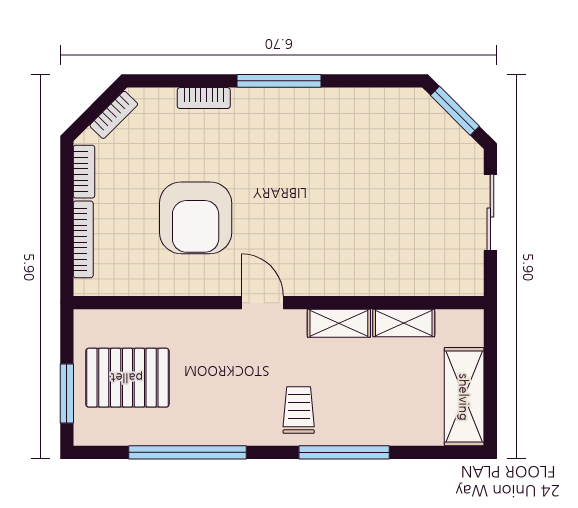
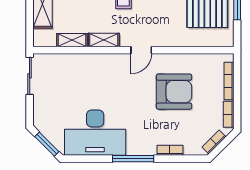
desk: (357, 134) -> (95, 133), added
sliding door: (490, 212) -> (30, 76), moved
armchair: (196, 218) -> (174, 92), turned 90
door: (262, 303) -> (141, 50), hinge flipped

